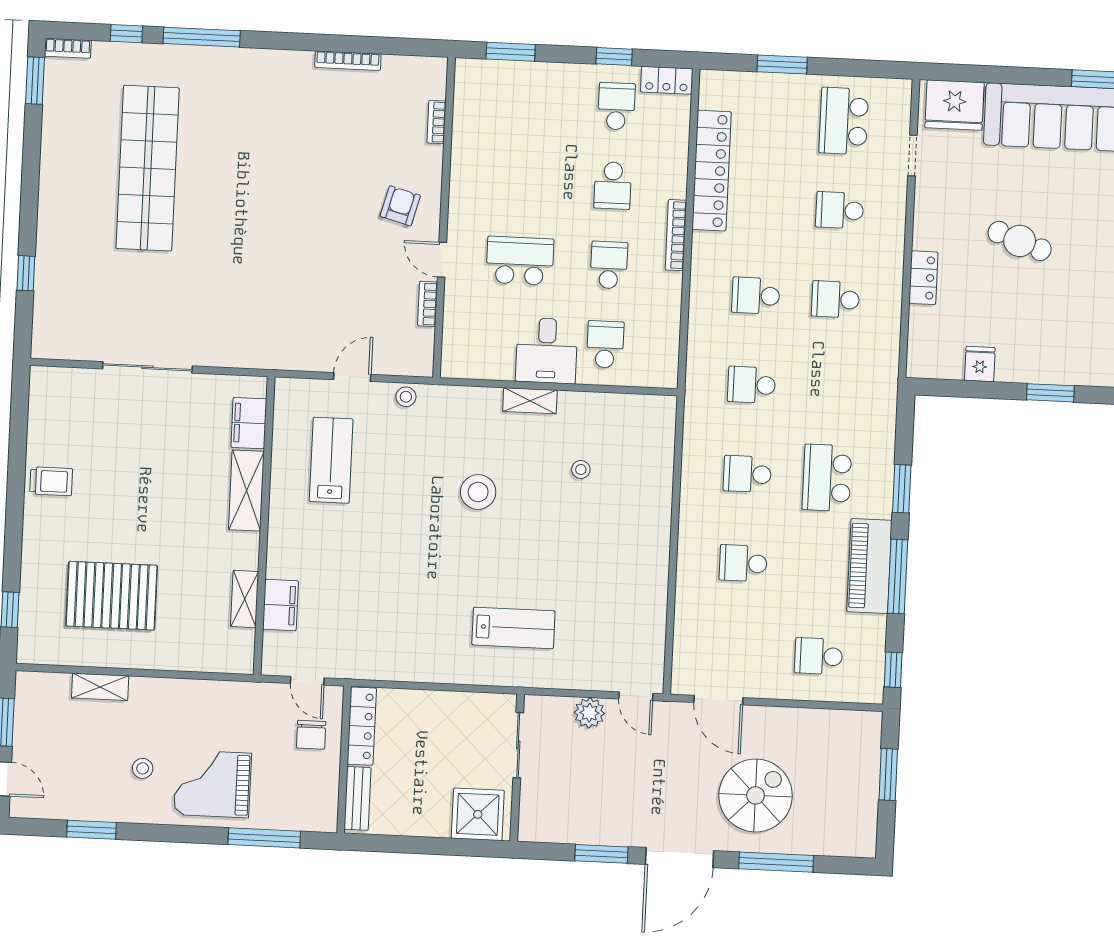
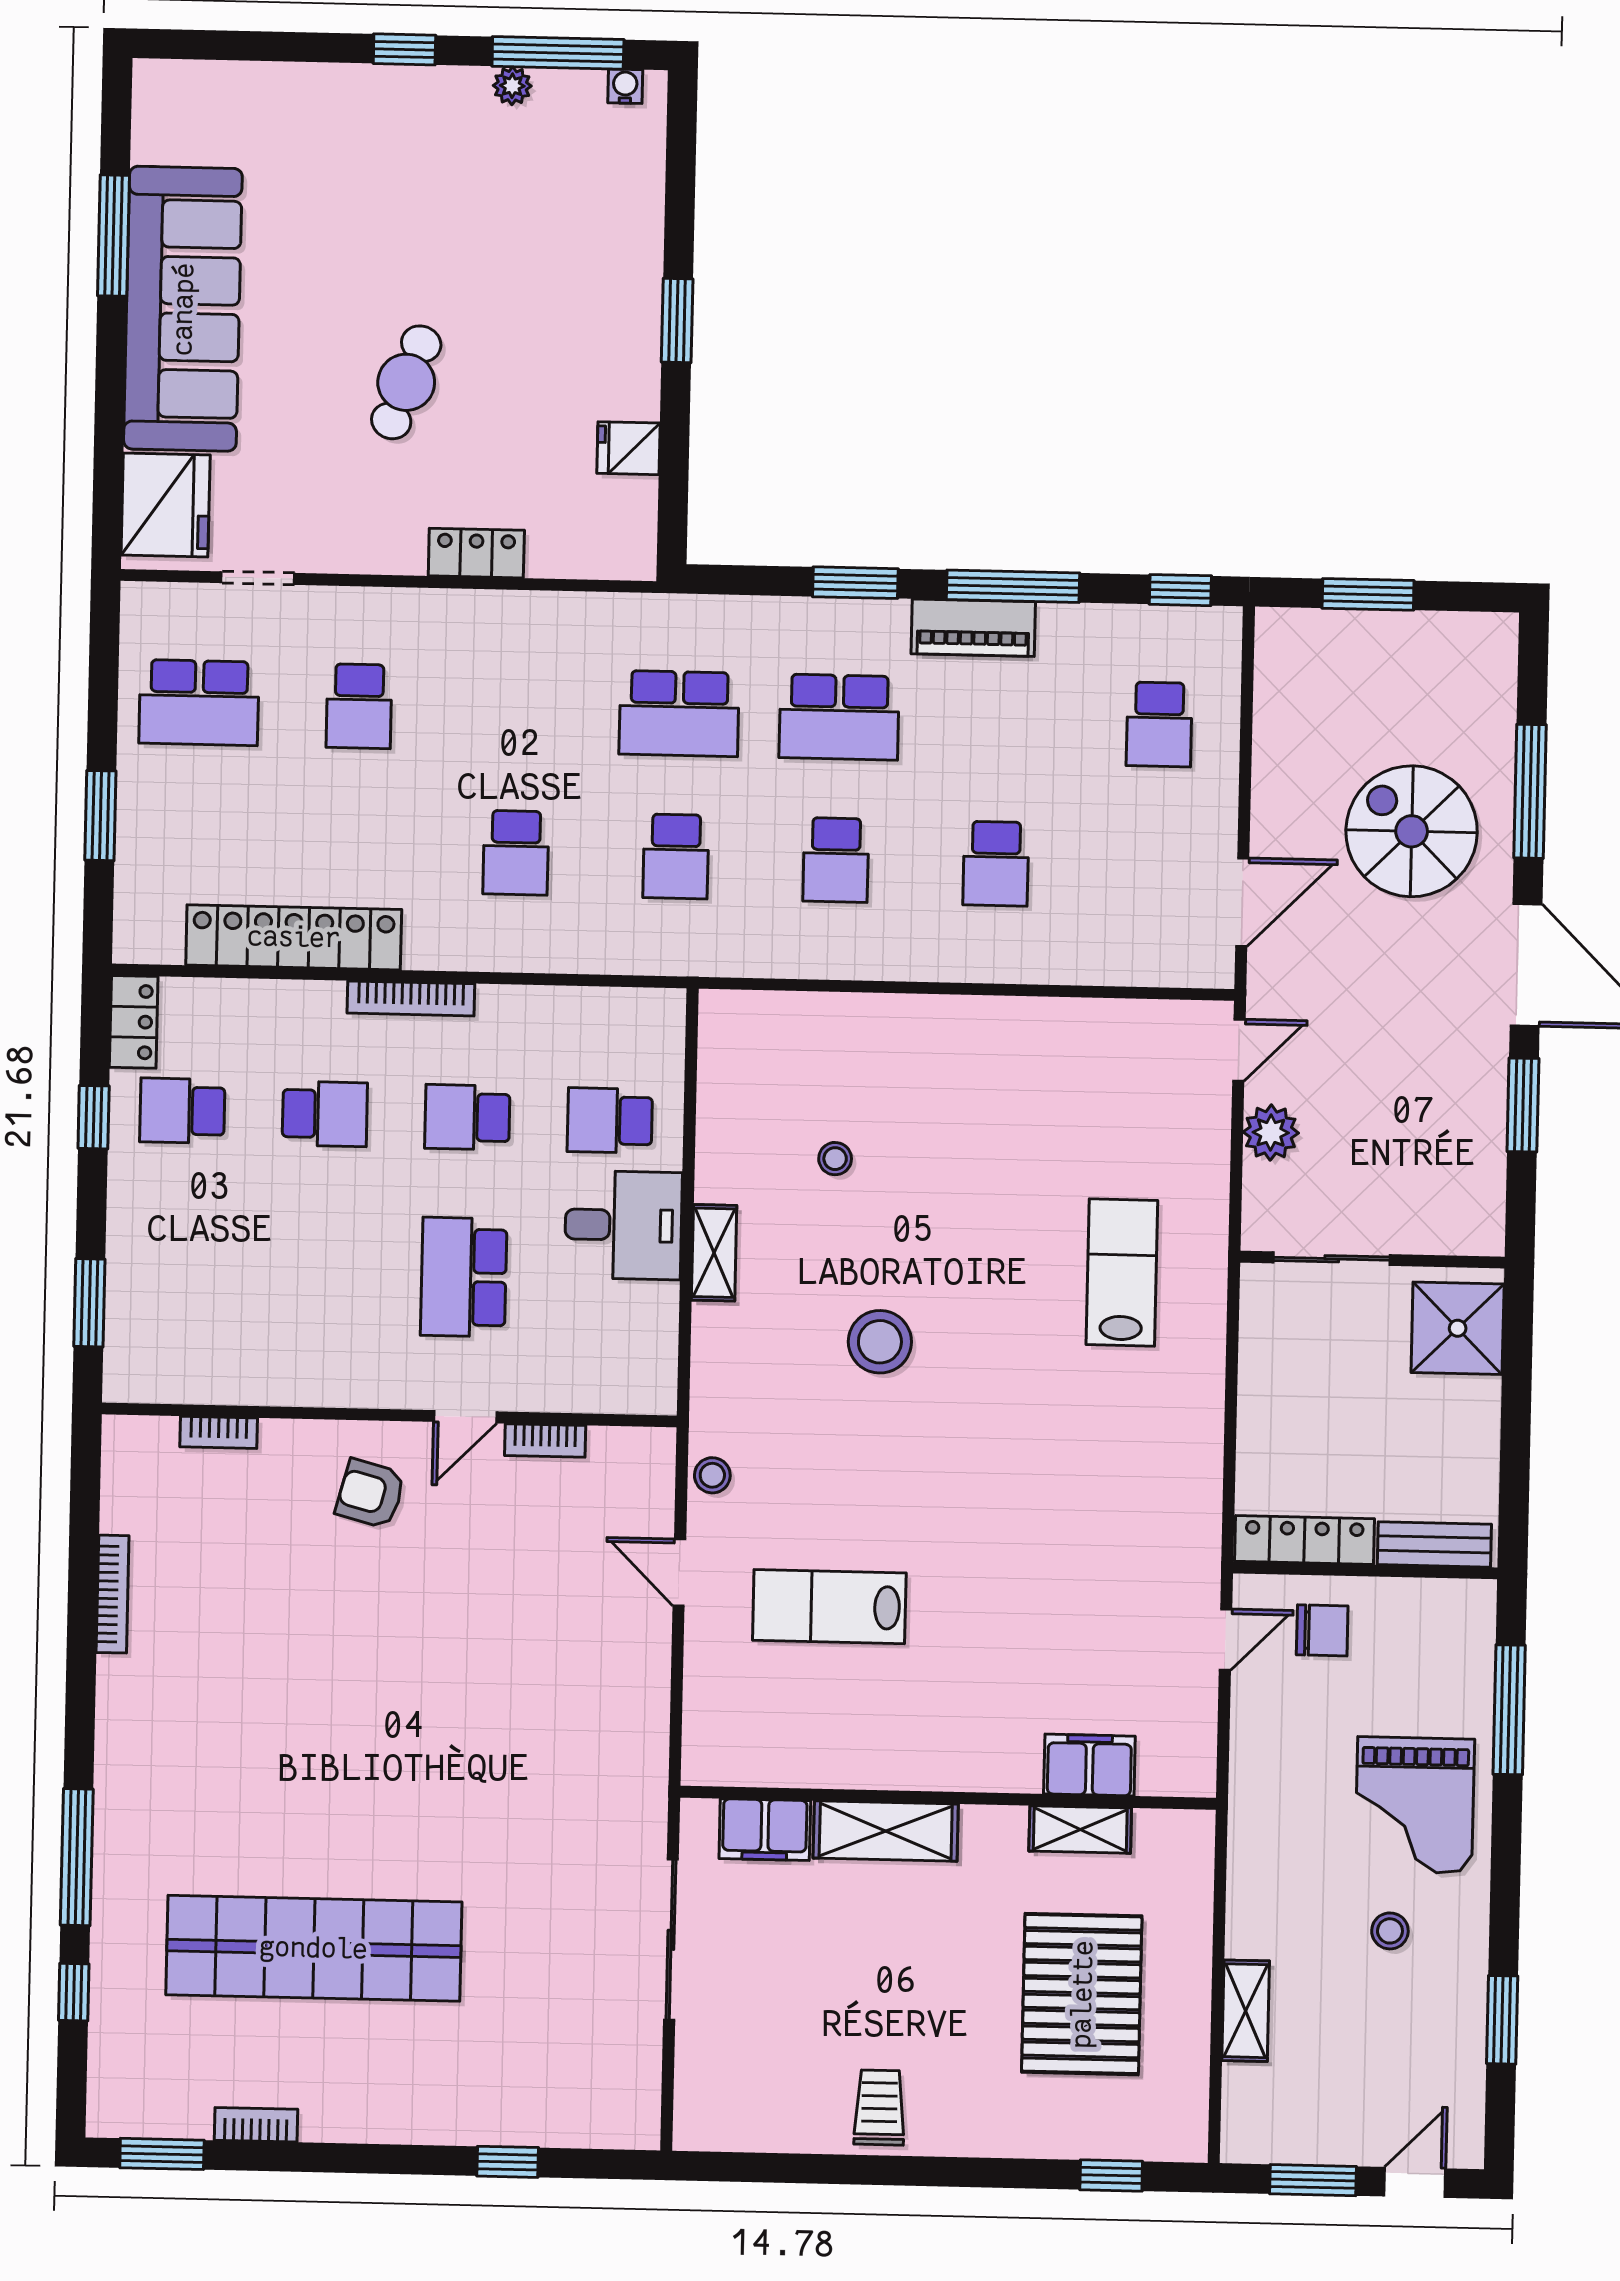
bookcase: (68, 48) -> (256, 2125), moved, turned -90
school desk: (835, 299) -> (679, 713), moved, width x1.85
filing cabinet: (249, 423) -> (765, 1830), moved
shelving: (246, 490) -> (886, 1831), moved
wall: (264, 526) -> (948, 1798), moved
piano: (869, 566) -> (973, 628), width x0.73, depth x0.75
shelving: (245, 599) -> (1080, 1829), moved
filing cabinet: (280, 605) -> (1089, 1765), moved

